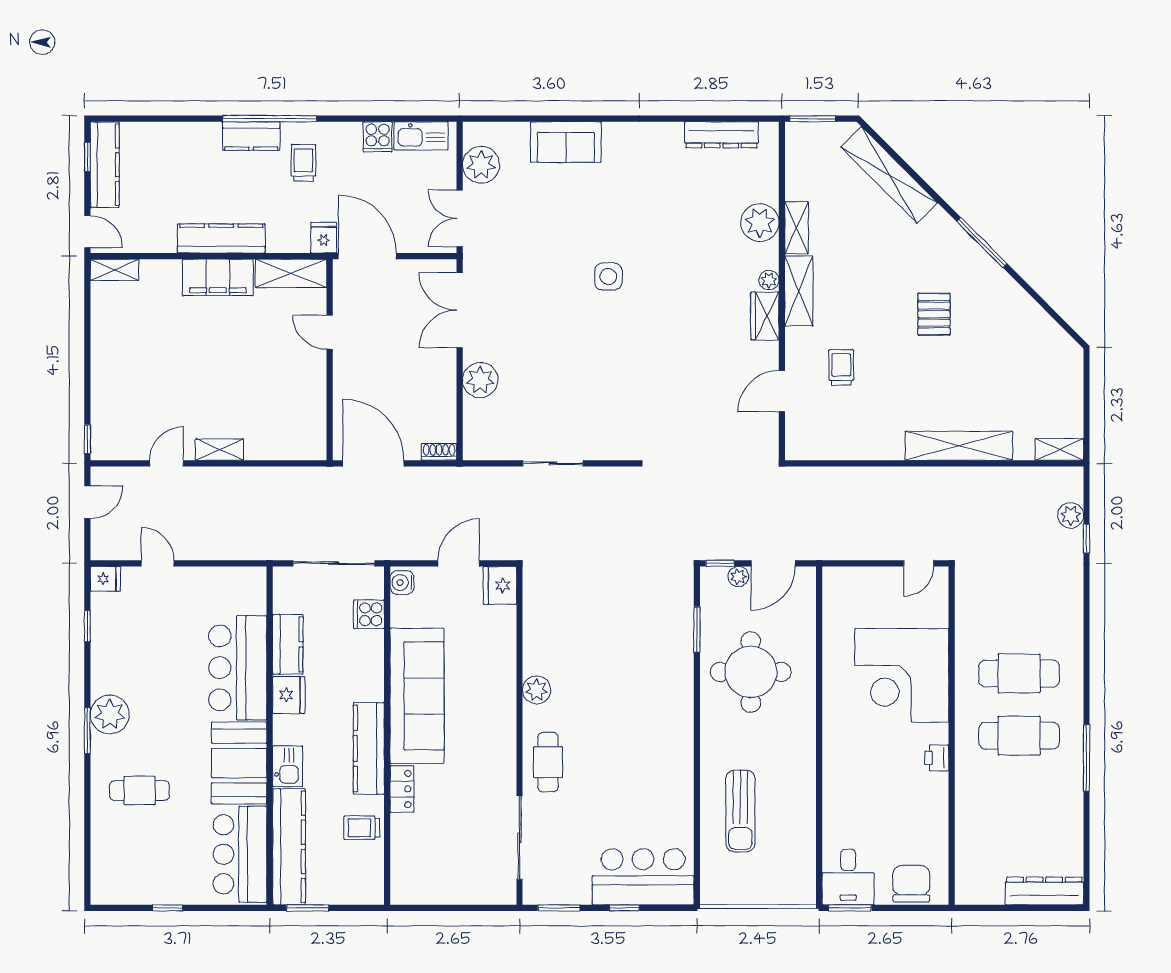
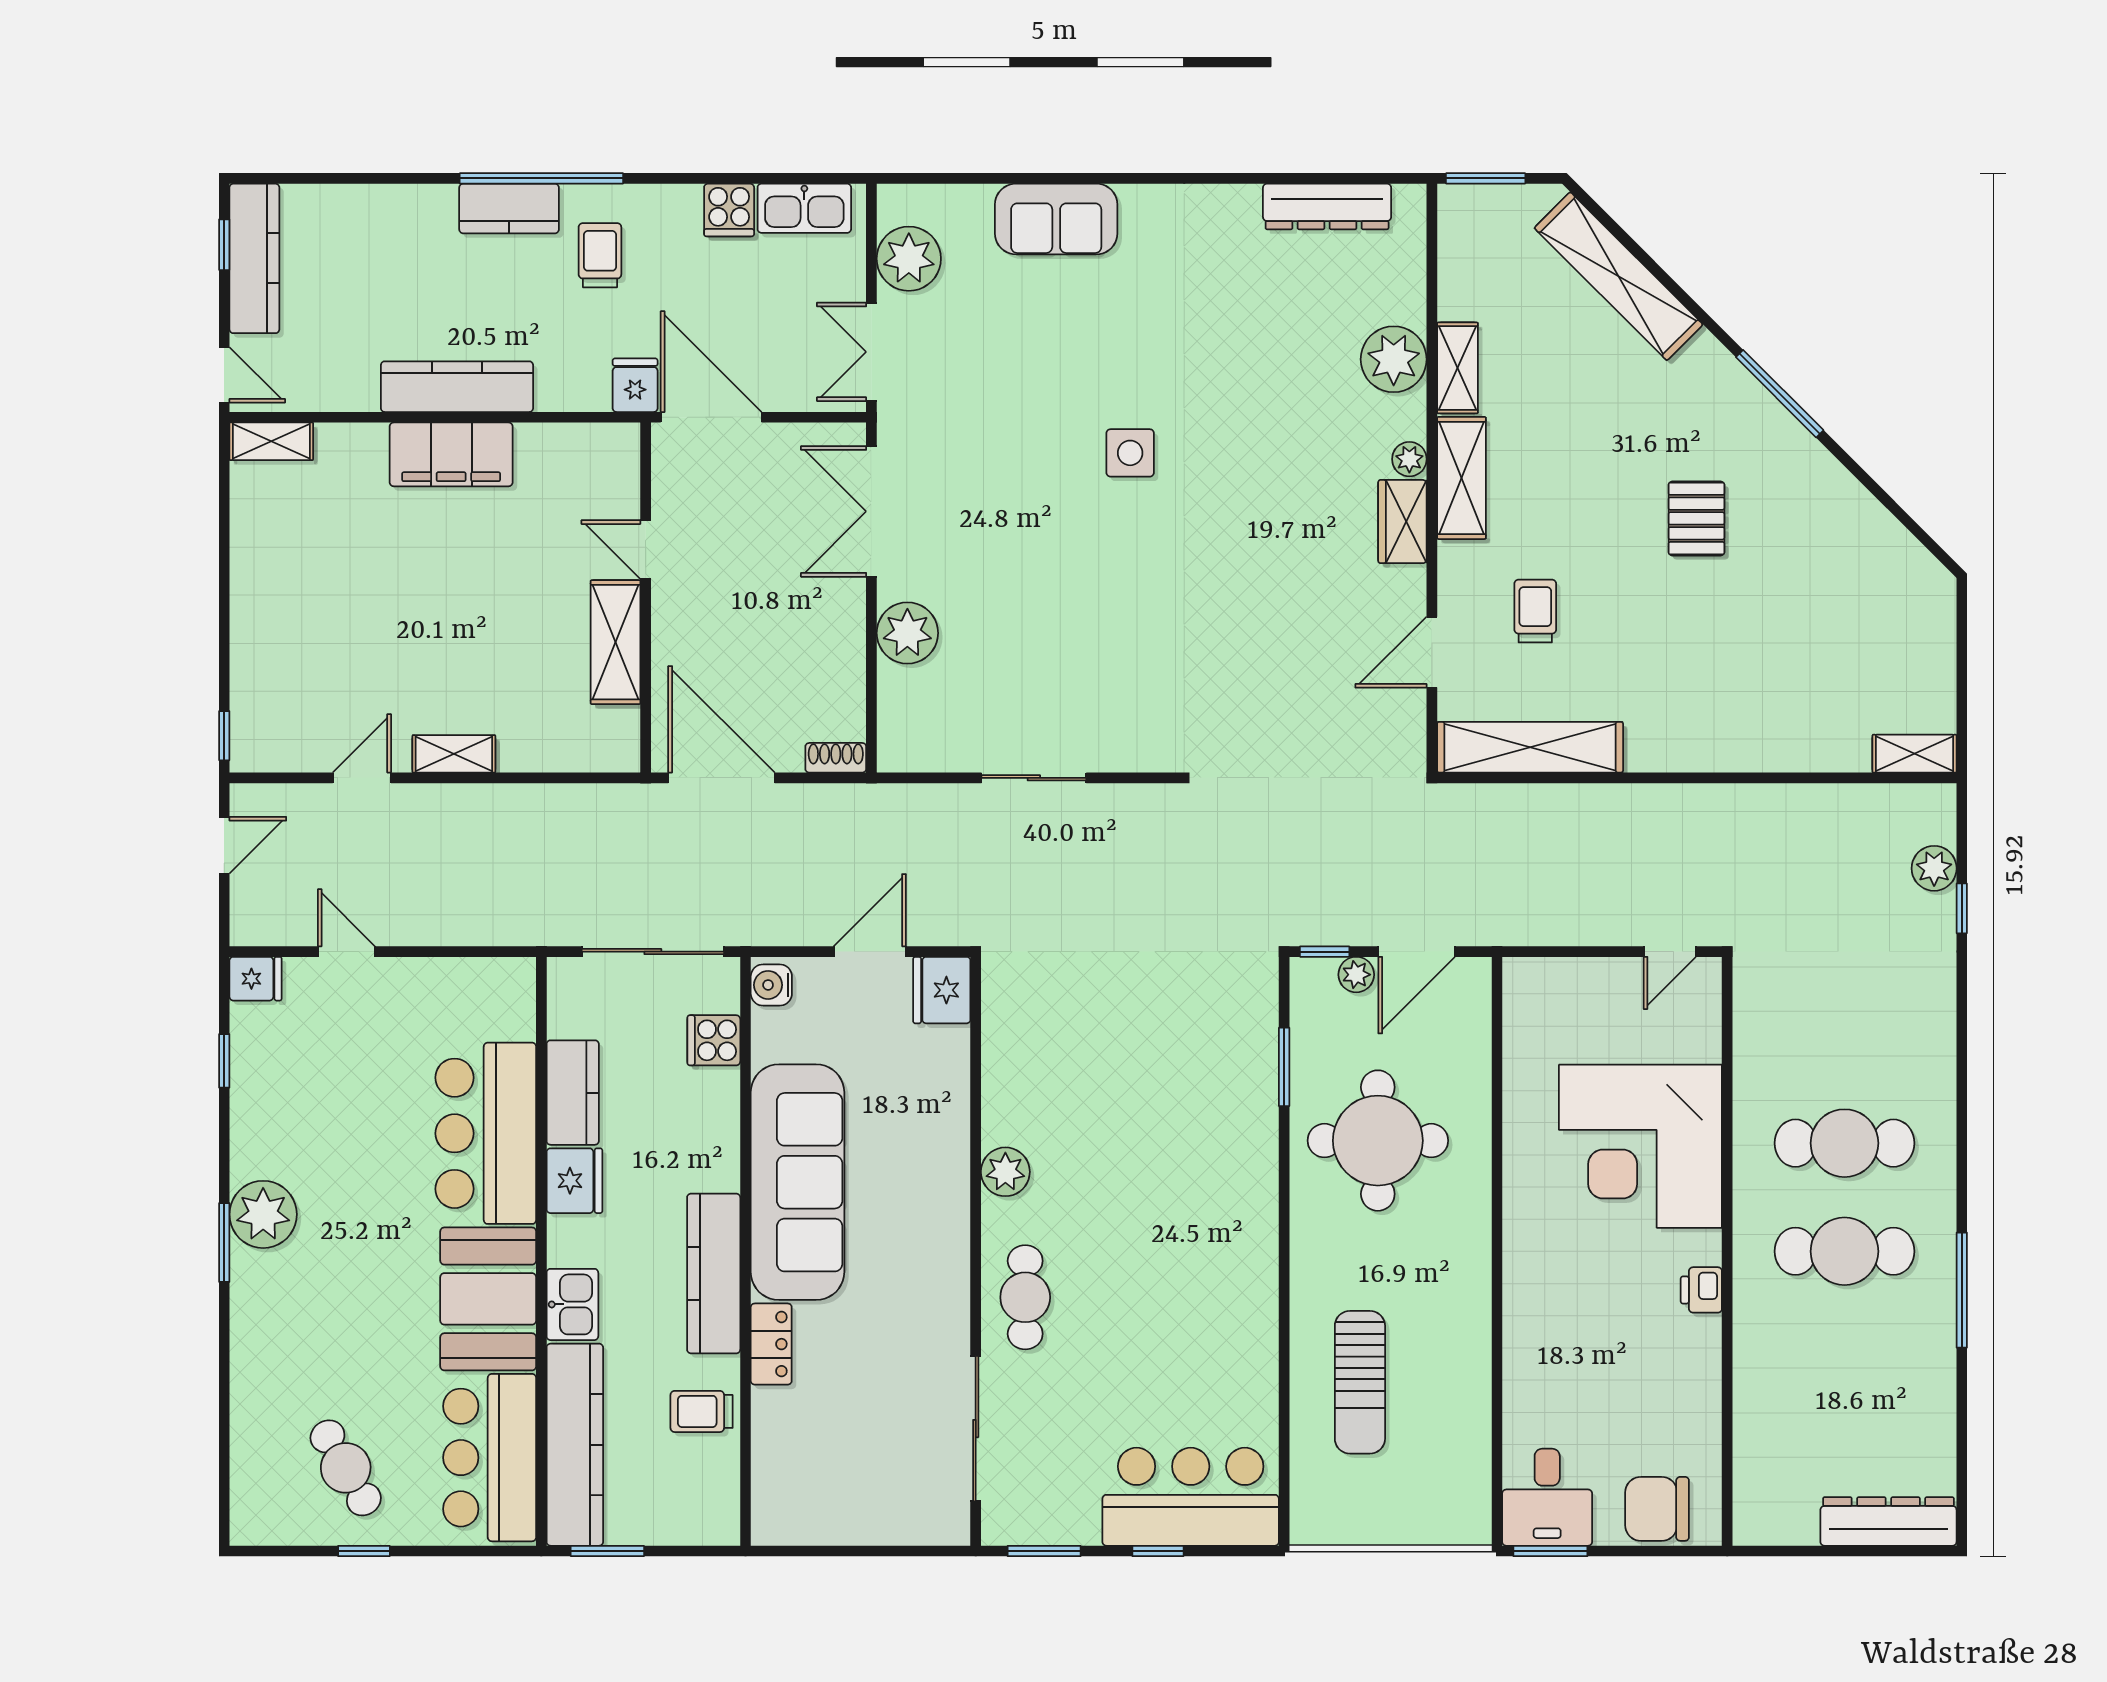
shelving: (291, 273) -> (616, 642), moved, turned 90
shelving: (959, 446) -> (1530, 747), moved
cafe table: (140, 791) -> (346, 1468), moved, turned 60
chair: (911, 884) -> (1657, 1509), turned -90

